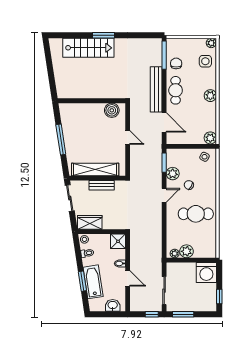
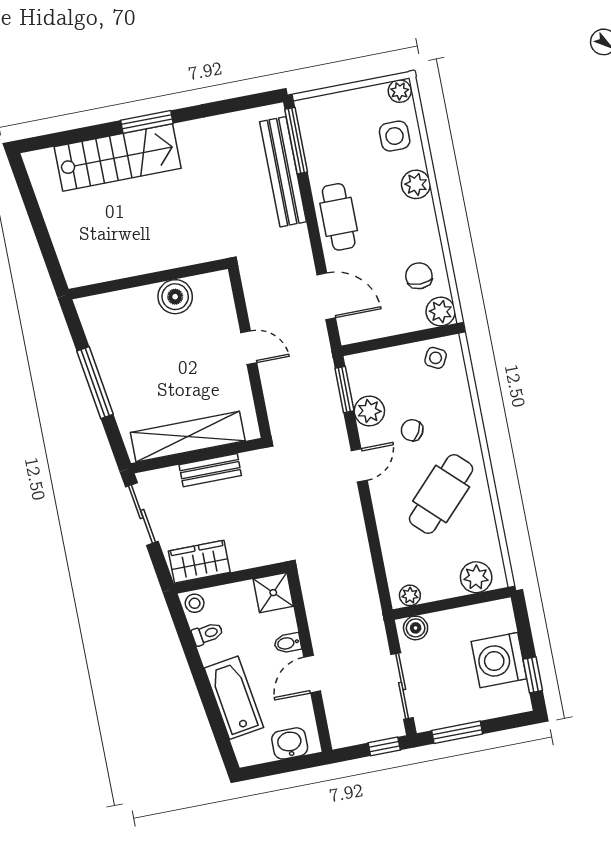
chair: (176, 63) -> (419, 276), moved
bench: (156, 89) -> (283, 172), moved
plant: (210, 96) -> (416, 184), moved
boiler: (112, 110) -> (175, 297), moved
cafe table: (196, 214) -> (441, 494), turned -46
plant: (187, 251) -> (476, 577), moved
boiler: (174, 268) -> (416, 628), added
washing machine: (206, 272) -> (499, 660), moved, turned 90
door: (128, 278) -> (312, 674), swing flipped
window: (82, 281) -> (209, 701), removed

